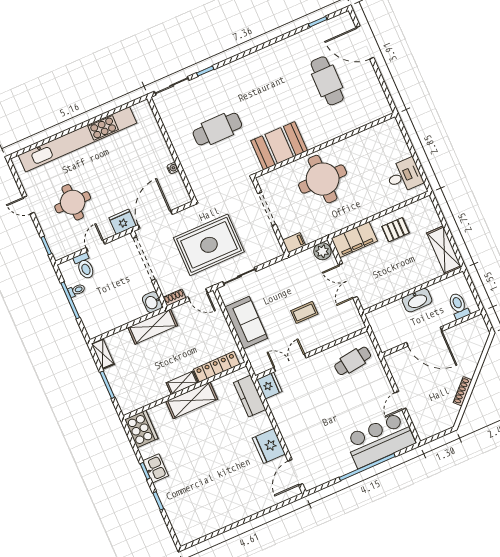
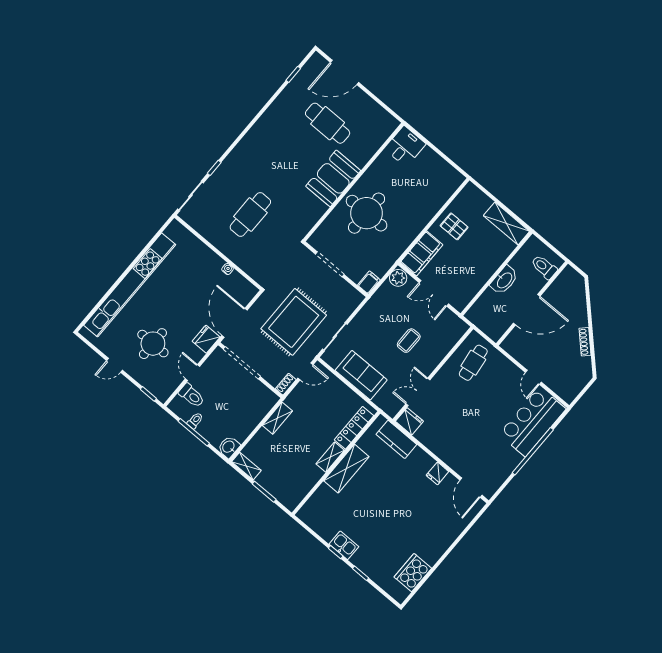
booth: (279, 146) -> (333, 178), moved
desk: (404, 176) -> (405, 146), moved
pallet: (396, 230) -> (454, 226), turned 90
washbasin: (152, 302) -> (229, 447), moved, turned 90
shelving: (153, 327) -> (277, 418), width x0.67, depth x0.75
cooker: (141, 429) -> (413, 573), moved, turned -90
fridge: (269, 446) -> (437, 473), width x0.53, depth x0.75

